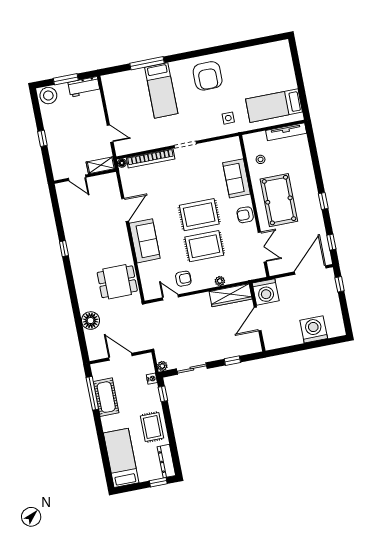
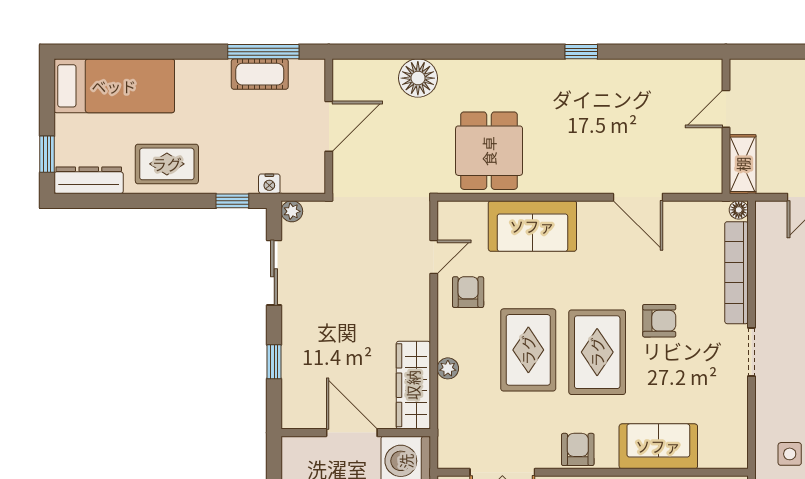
armchair: (179, 189) -> (659, 321), added
sofa: (145, 241) -> (532, 226), moved
armchair: (183, 279) -> (468, 292), turned 180
cot: (106, 397) -> (260, 74), width x0.73, depth x0.75

